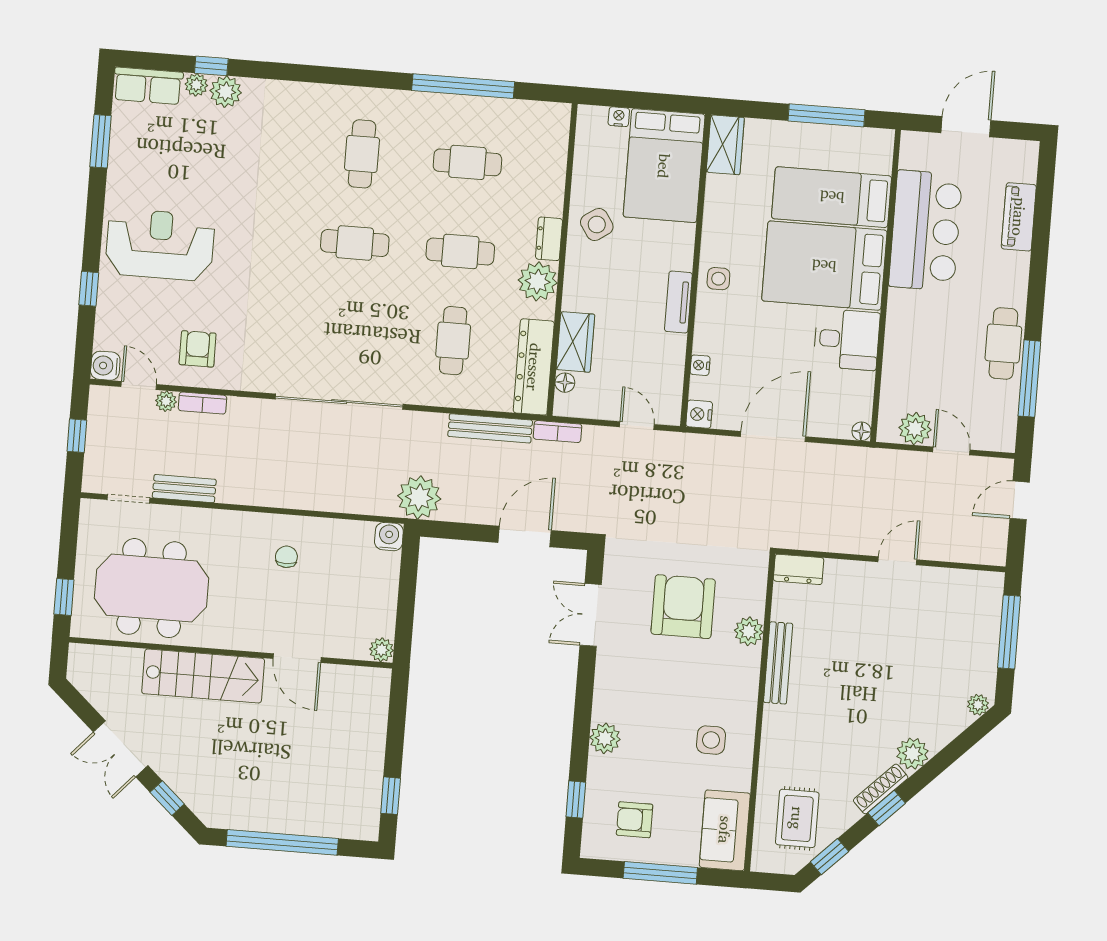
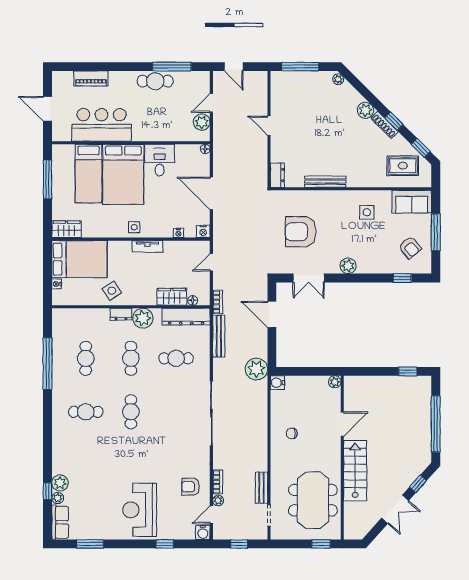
plant: (749, 631) -> (311, 198), removed
plant: (605, 738) -> (348, 266), moved
armchair: (635, 820) -> (410, 248), turned -40

